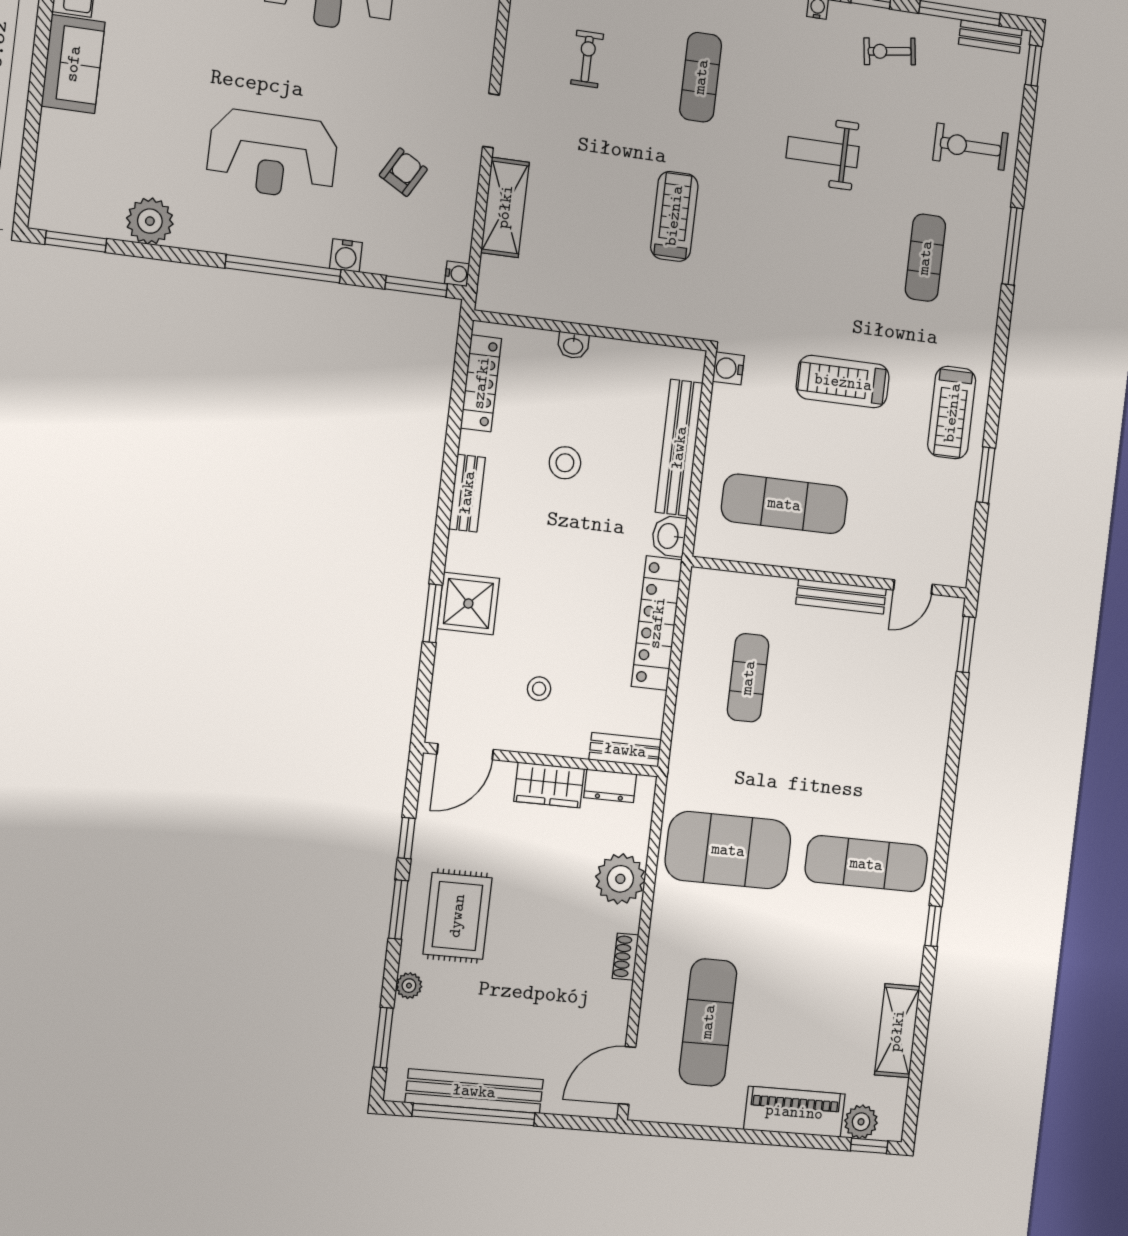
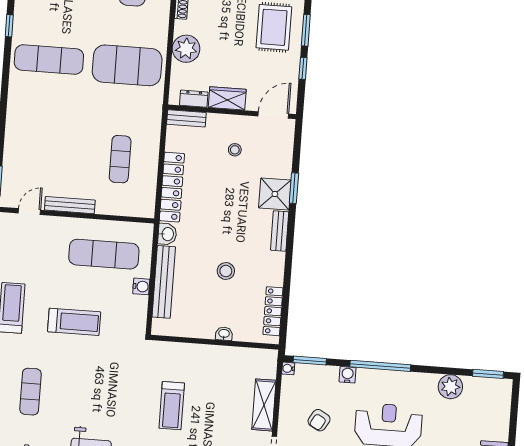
water cooler: (728, 368) -> (141, 286), moved
bench: (467, 493) -> (280, 231), moved

